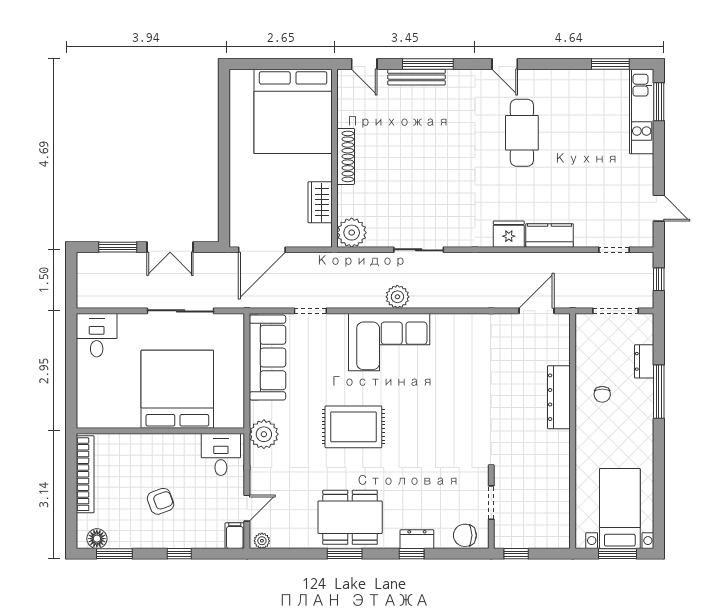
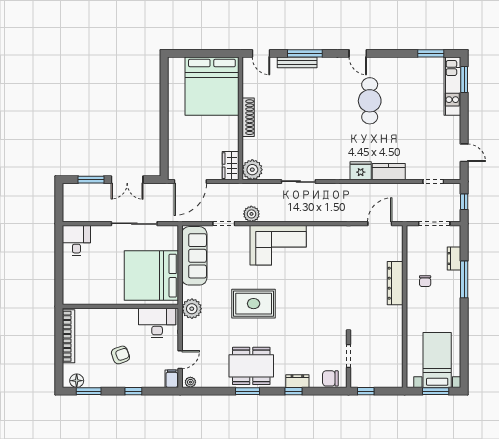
wardrobe: (320, 202) -> (231, 166), moved
plant: (397, 297) -> (251, 214), moved
bed: (177, 389) -> (151, 276), moved, turned -90
desk: (221, 454) -> (157, 323), width x1.37

